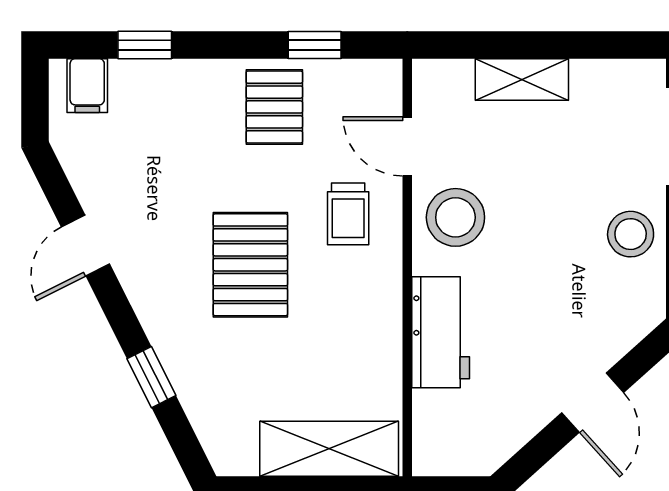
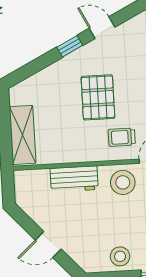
pallet: (250, 265) -> (98, 97), turned 90
window: (151, 377) -> (70, 46), moved

